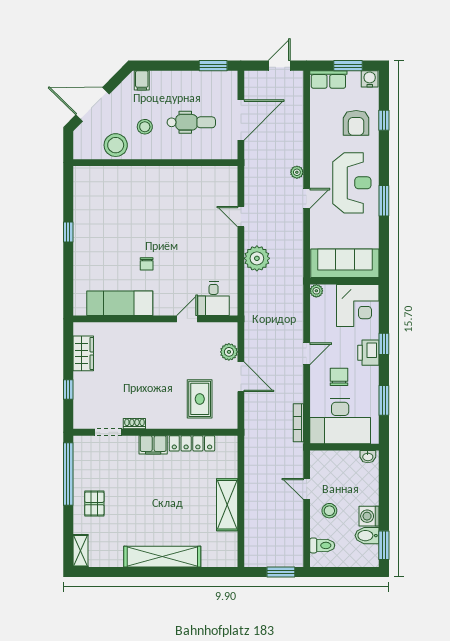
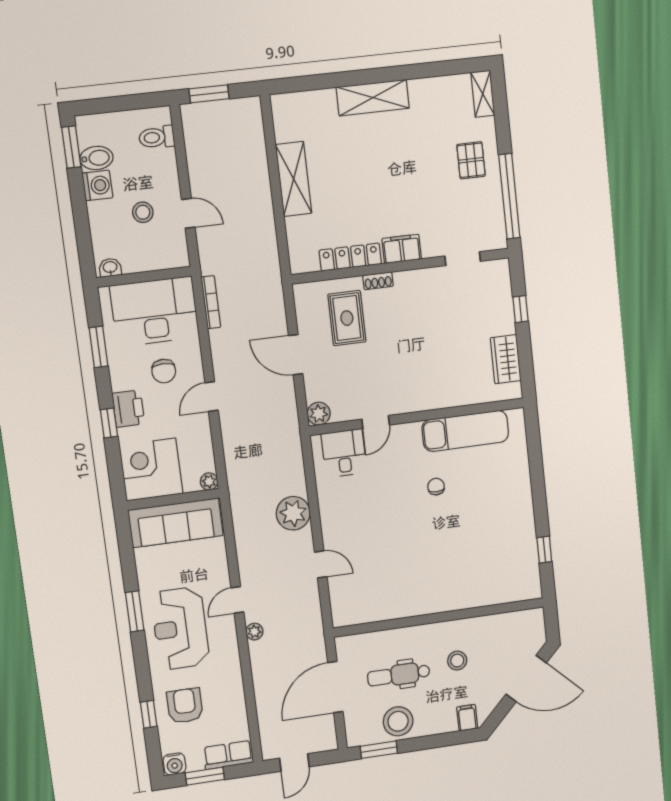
stool: (116, 145) -> (398, 721), moved
window: (68, 232) -> (544, 550), moved
plant: (229, 352) -> (319, 414), moved
shoe rack: (134, 424) -> (378, 281), moved
stool: (329, 511) -> (143, 212), moved
shelving: (162, 557) -> (373, 98), width x0.68

